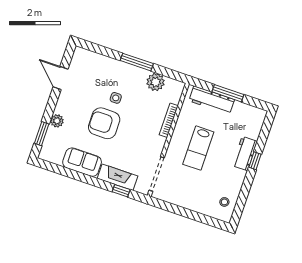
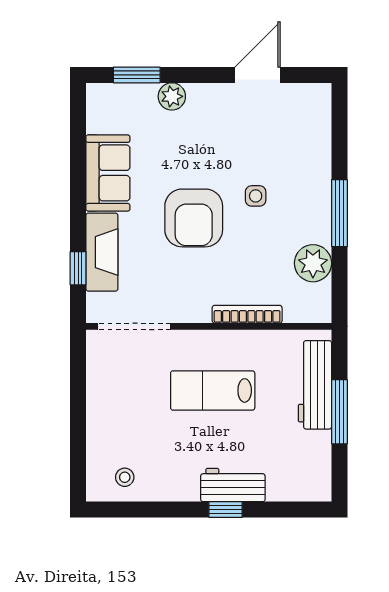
armchair: (104, 123) -> (194, 218), moved, turned 180

